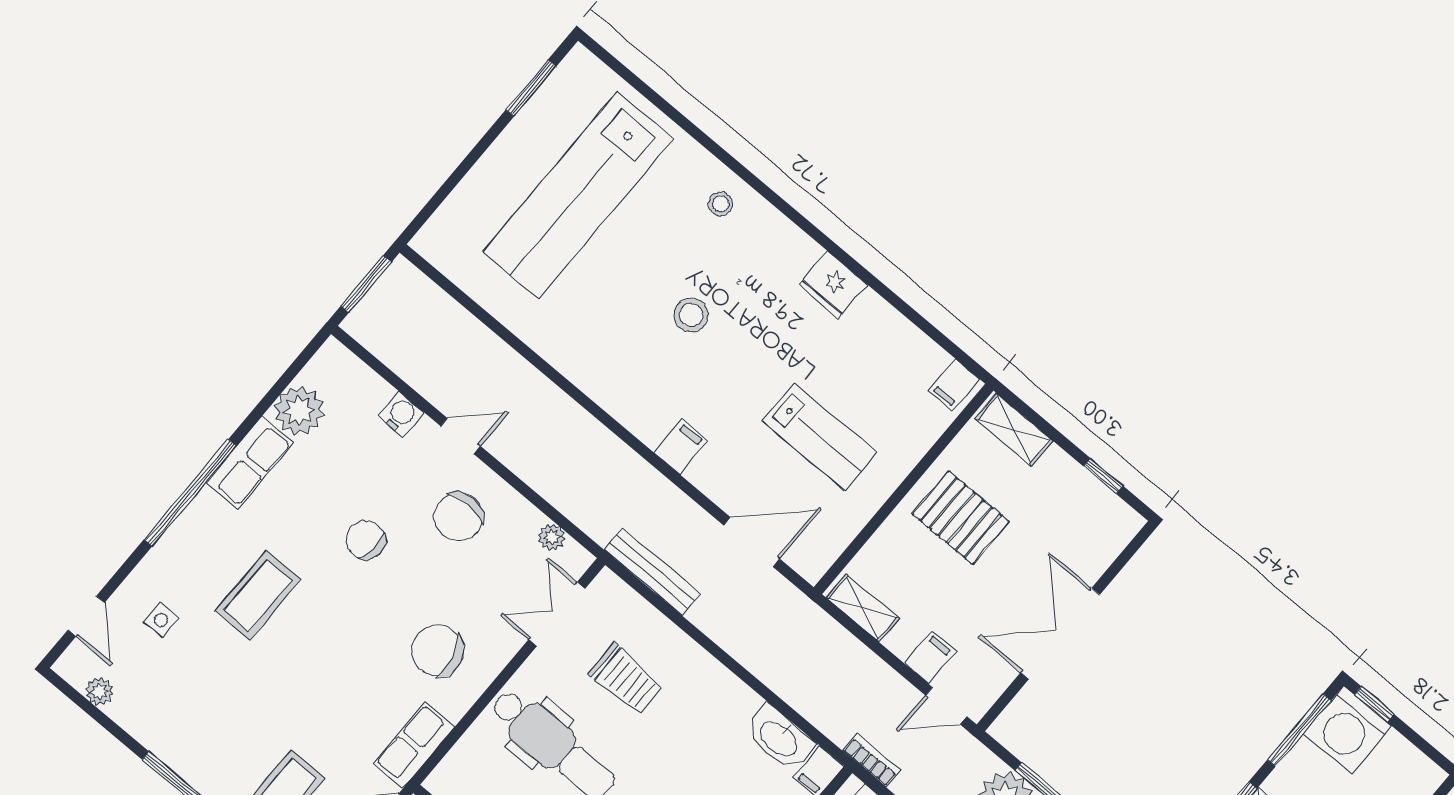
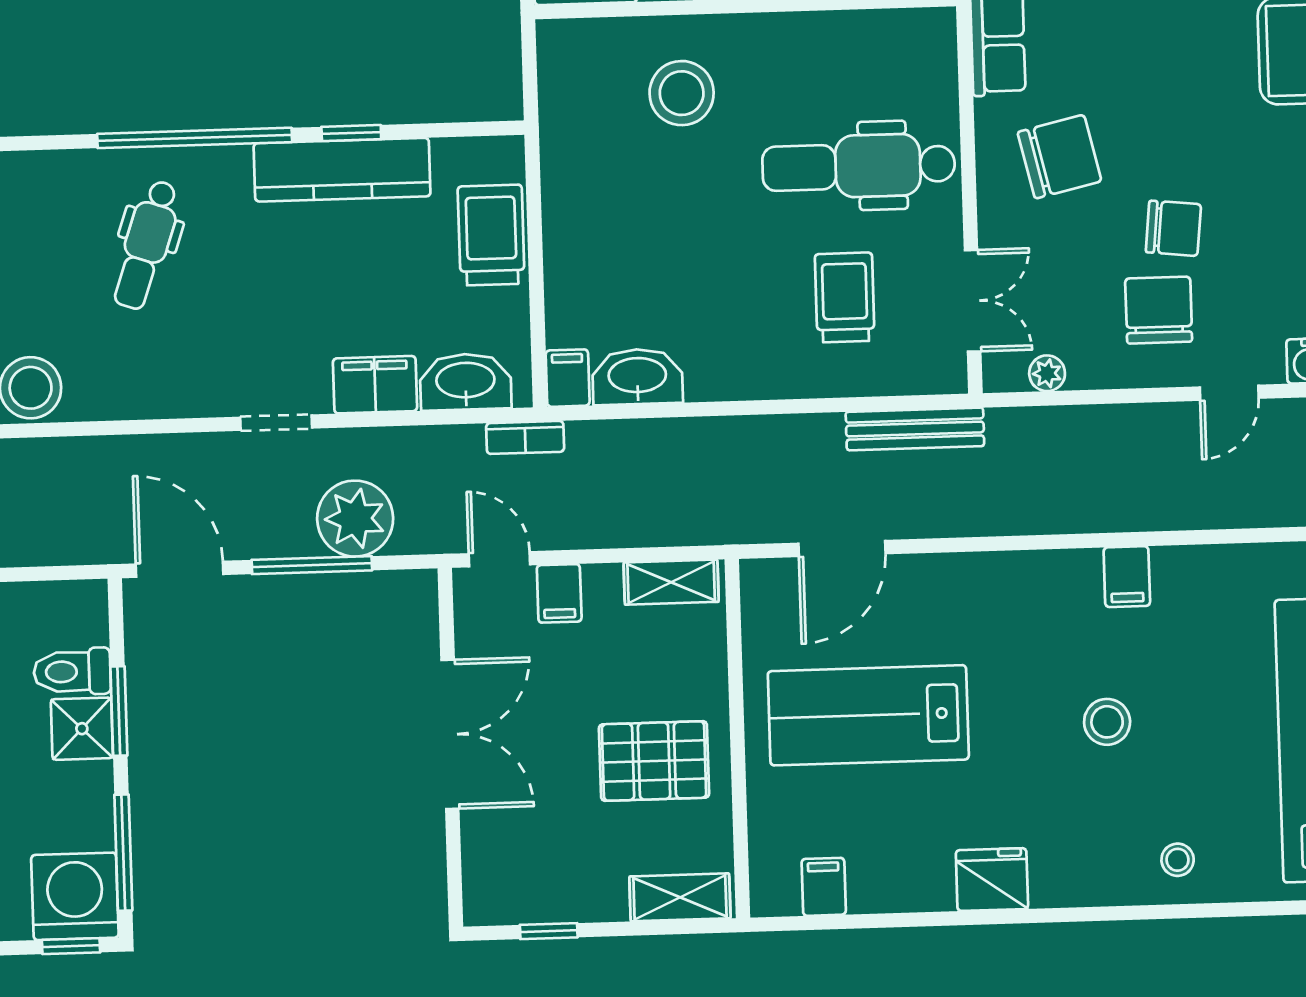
filing cabinet: (954, 385) -> (824, 887), moved
lab bench: (820, 437) -> (868, 715), width x1.36, depth x1.39
filing cabinet: (681, 446) -> (1127, 577), moved
chair: (366, 540) -> (1173, 228), moved
trolley: (626, 679) -> (845, 297), turned 90
door: (946, 706) -> (499, 559), hinge flipped

